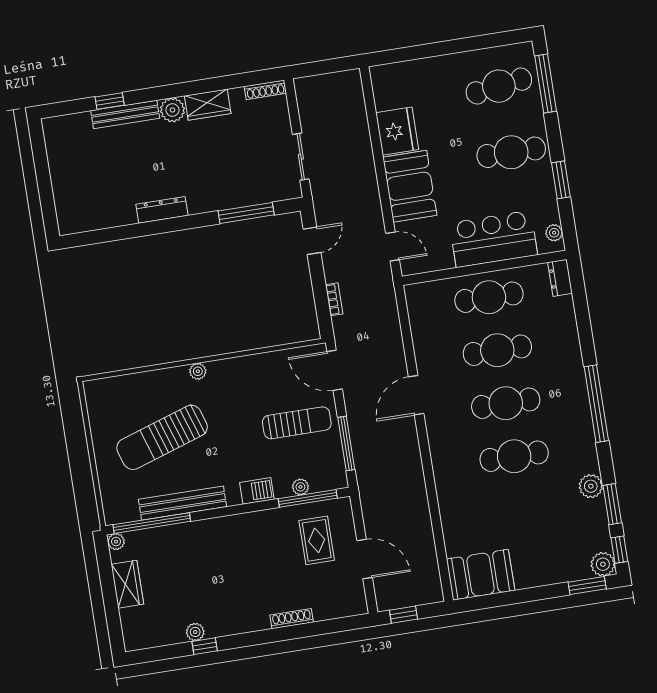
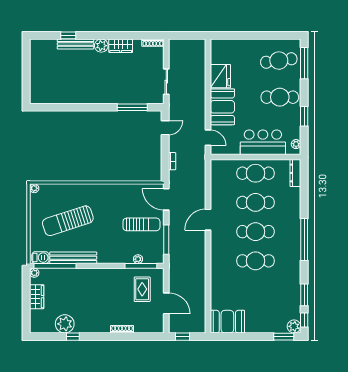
dresser: (162, 210) -> (87, 98), removed
dresser: (560, 278) -> (295, 173), width x1.44
plant: (198, 371) -> (34, 188), moved
plant: (591, 486) -> (294, 283), removed
barbecue: (257, 491) -> (40, 258), moved
plant: (195, 632) -> (65, 324), width x1.87, depth x1.87

